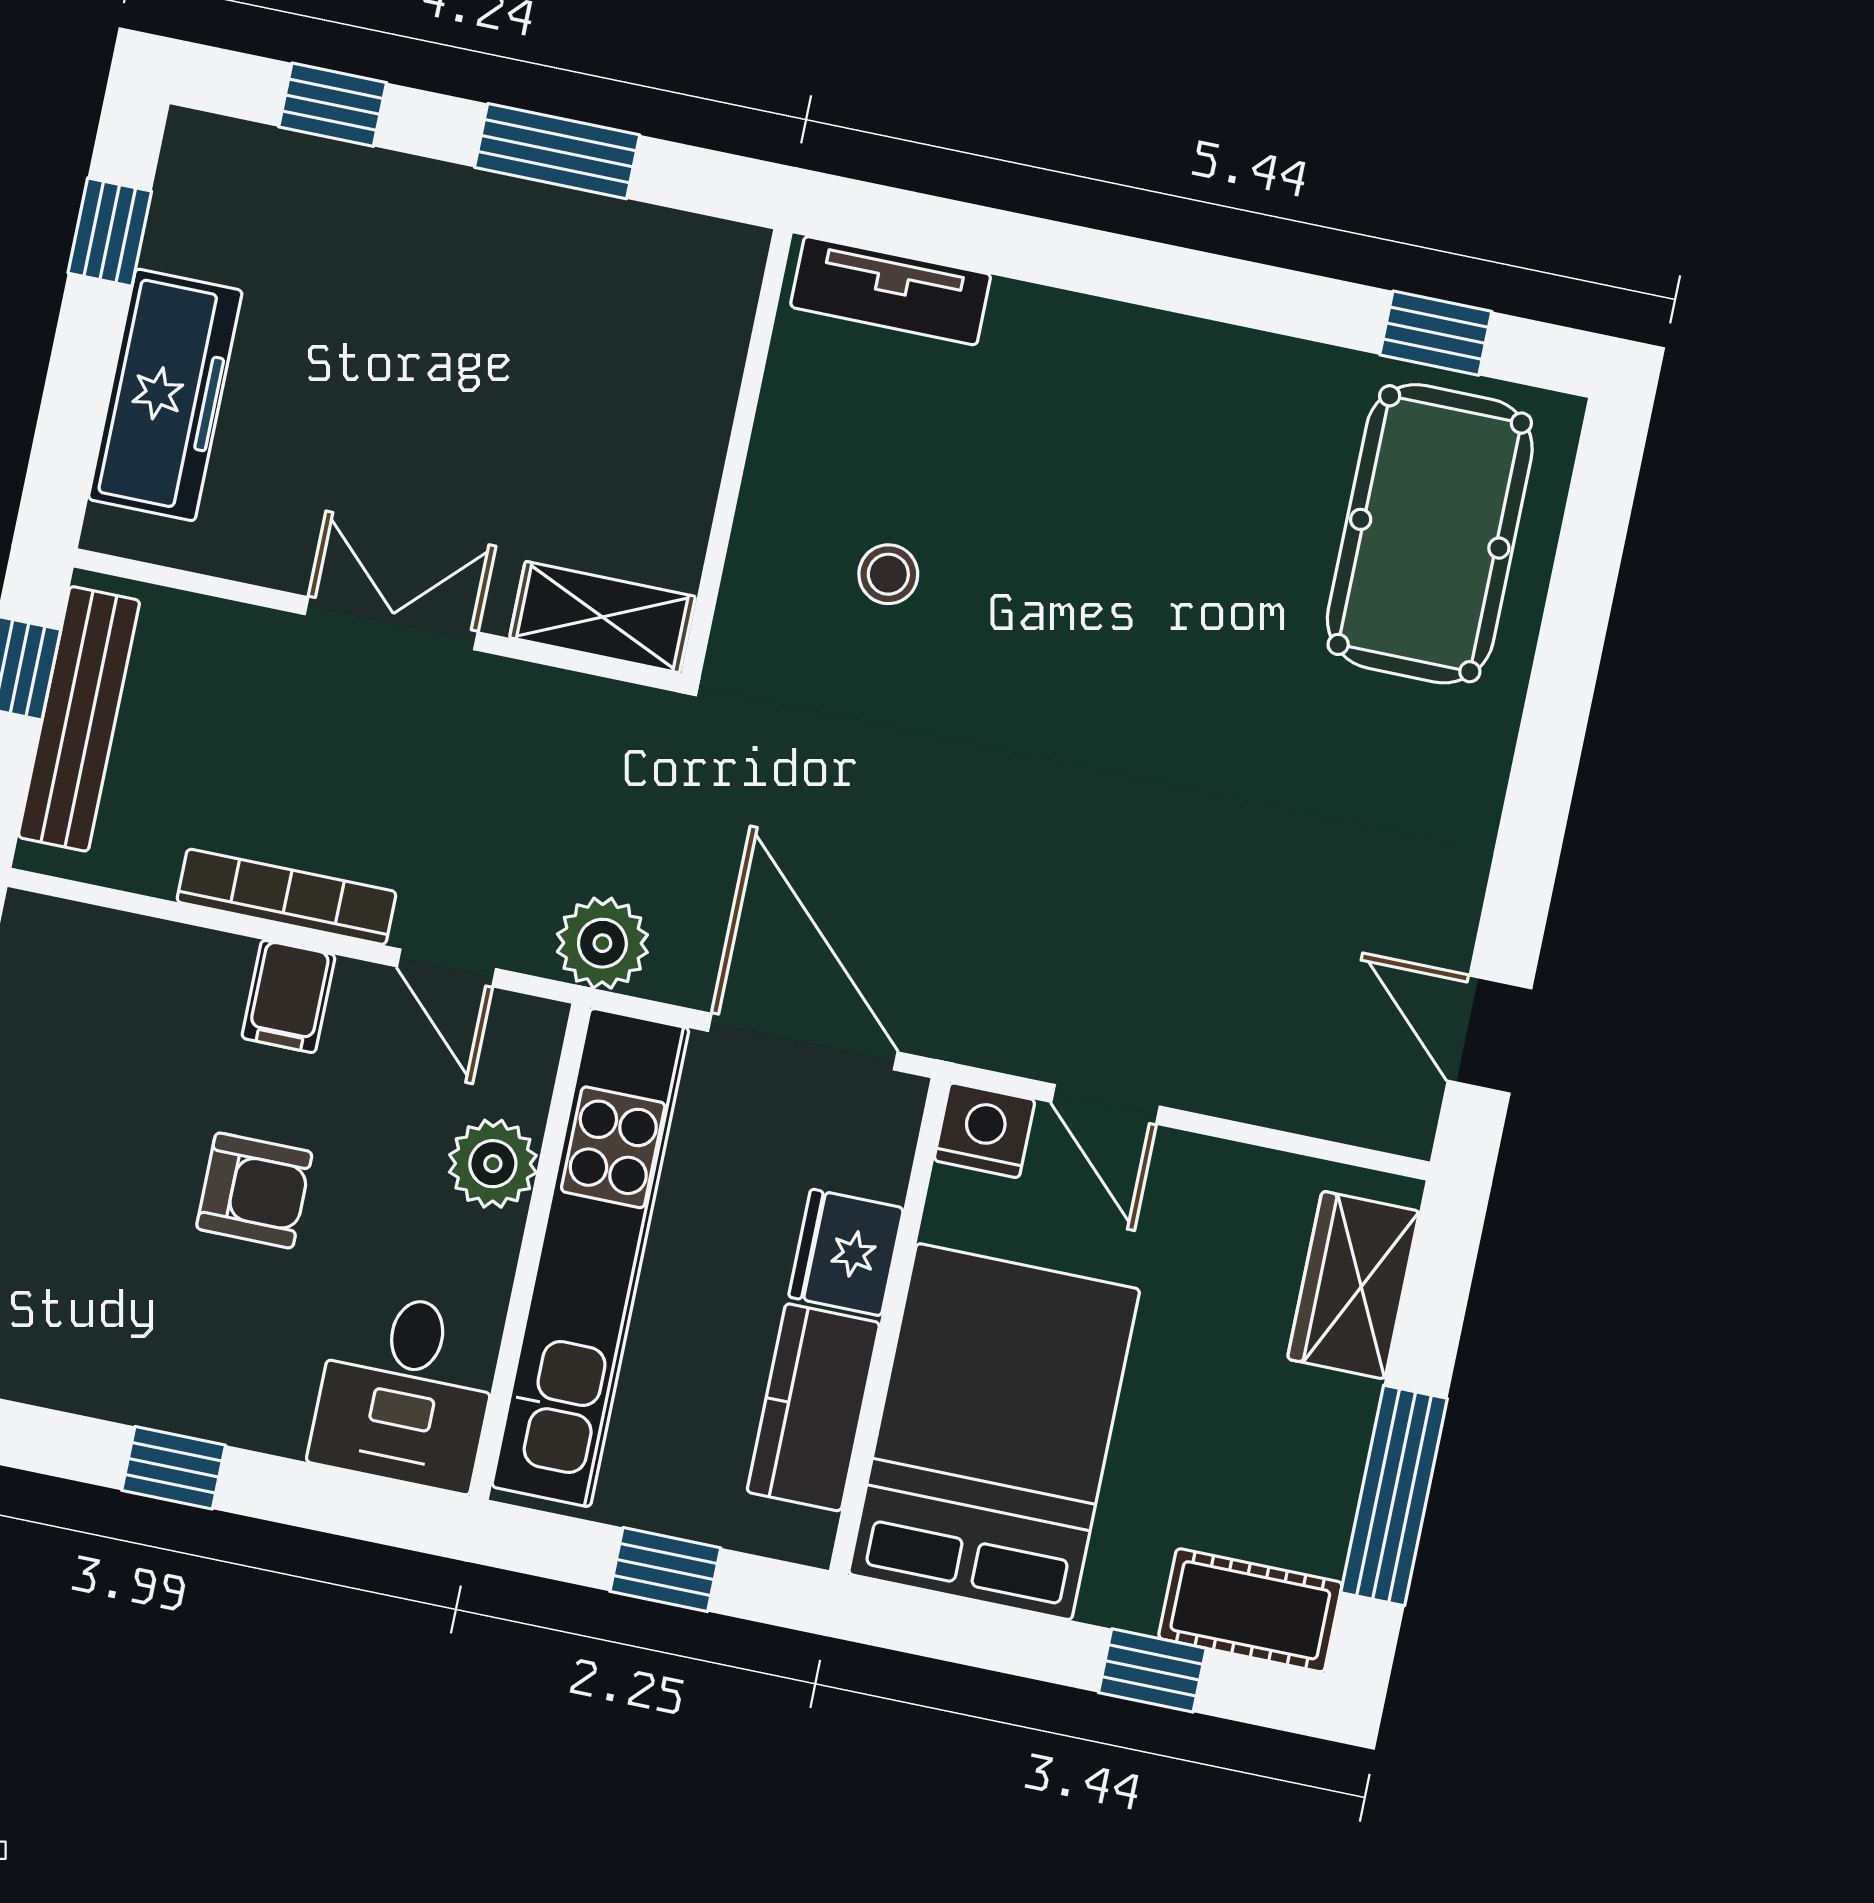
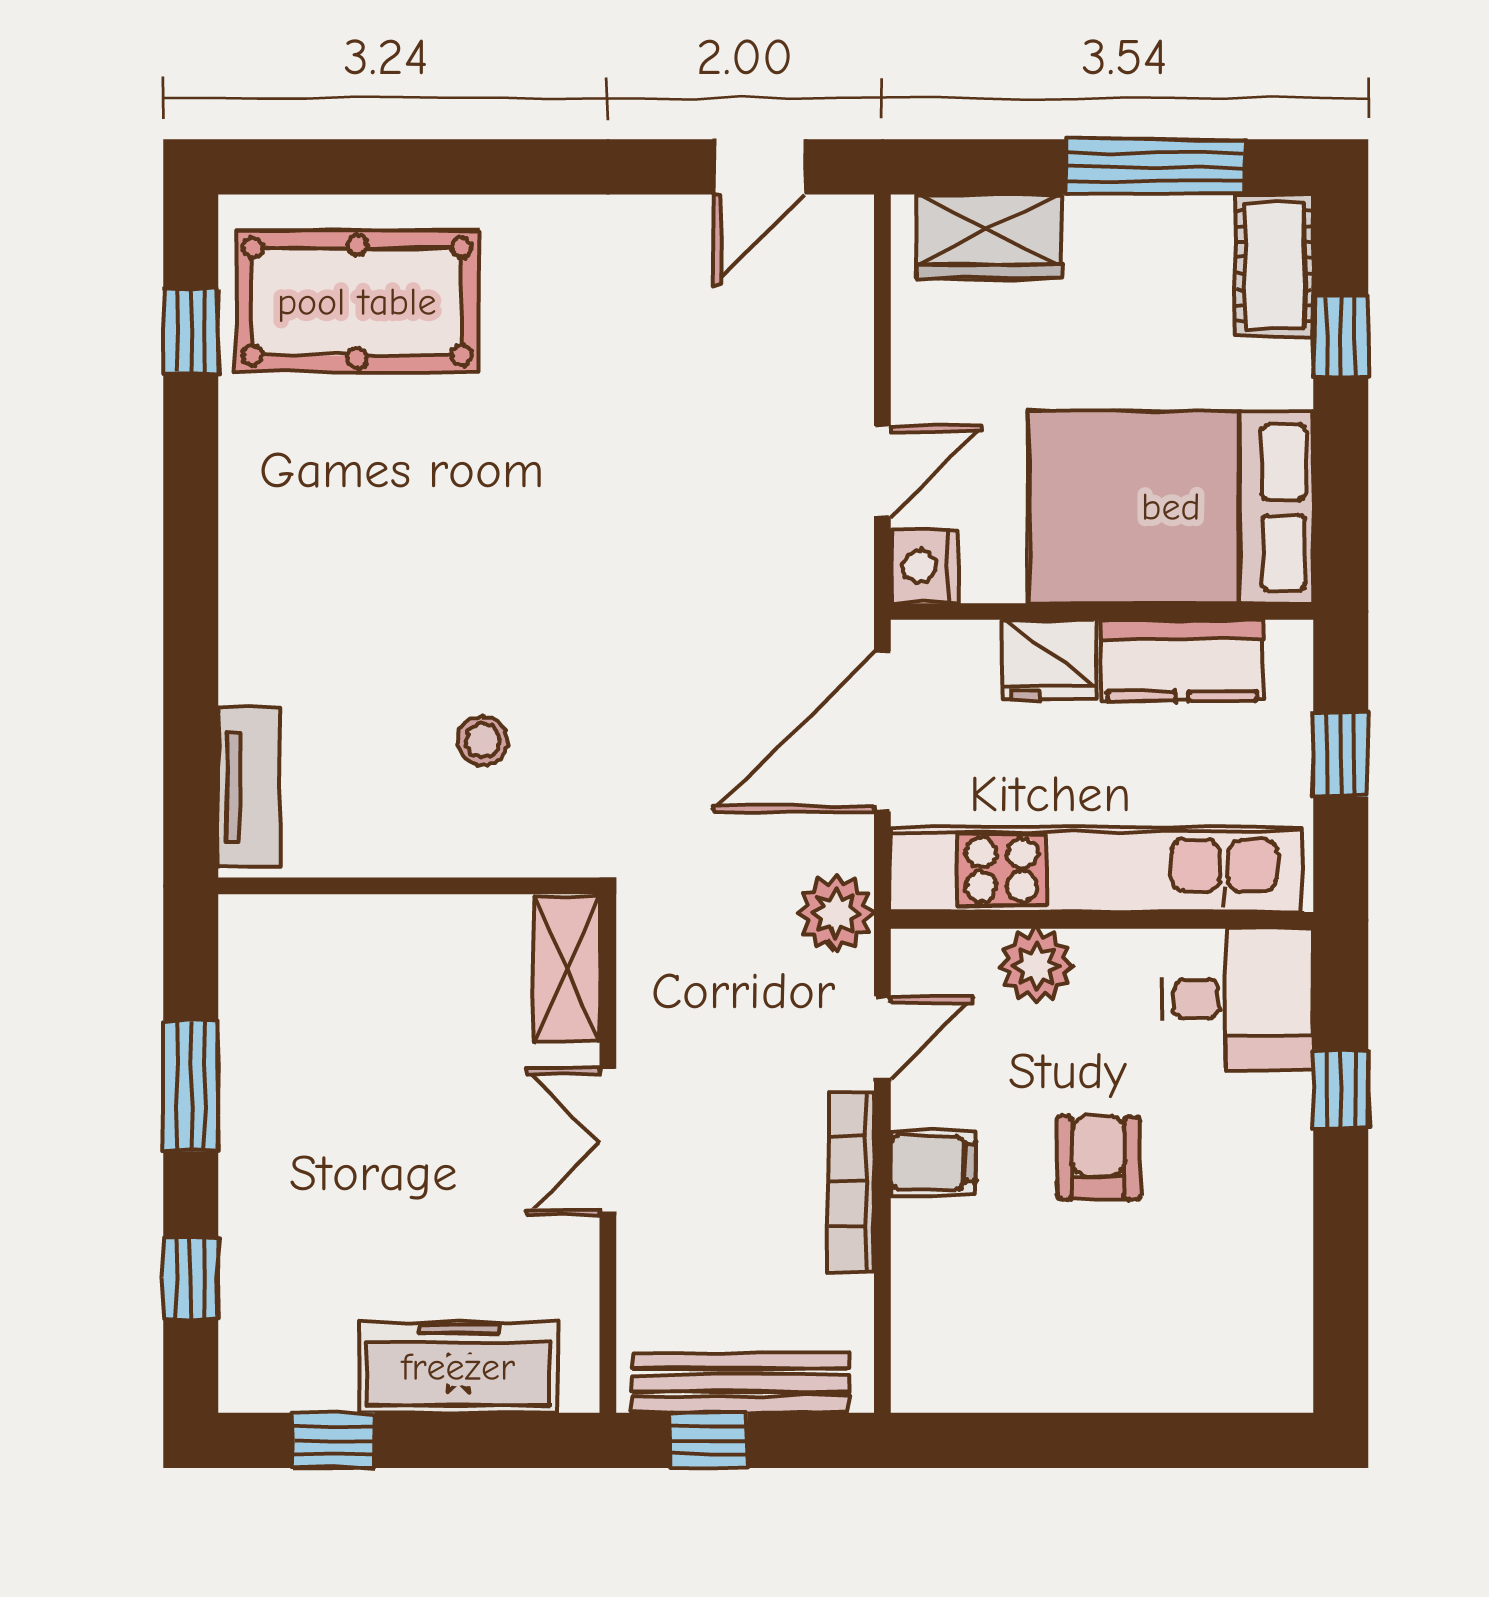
window: (174, 1468) -> (1341, 1089), moved

